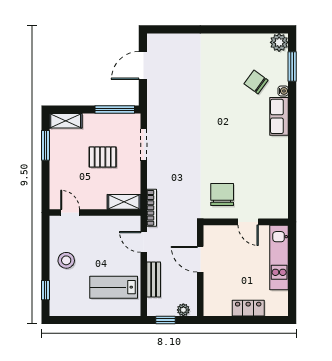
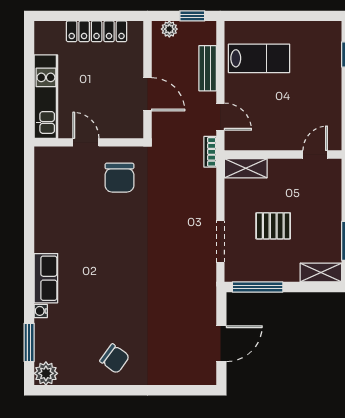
chair: (256, 82) -> (115, 359), moved
bookcase: (152, 208) -> (210, 152), width x0.64
door: (70, 212) -> (315, 155), swing flipped
stool: (66, 260) -> (320, 93), removed
locker: (248, 308) -> (97, 31), width x1.53

